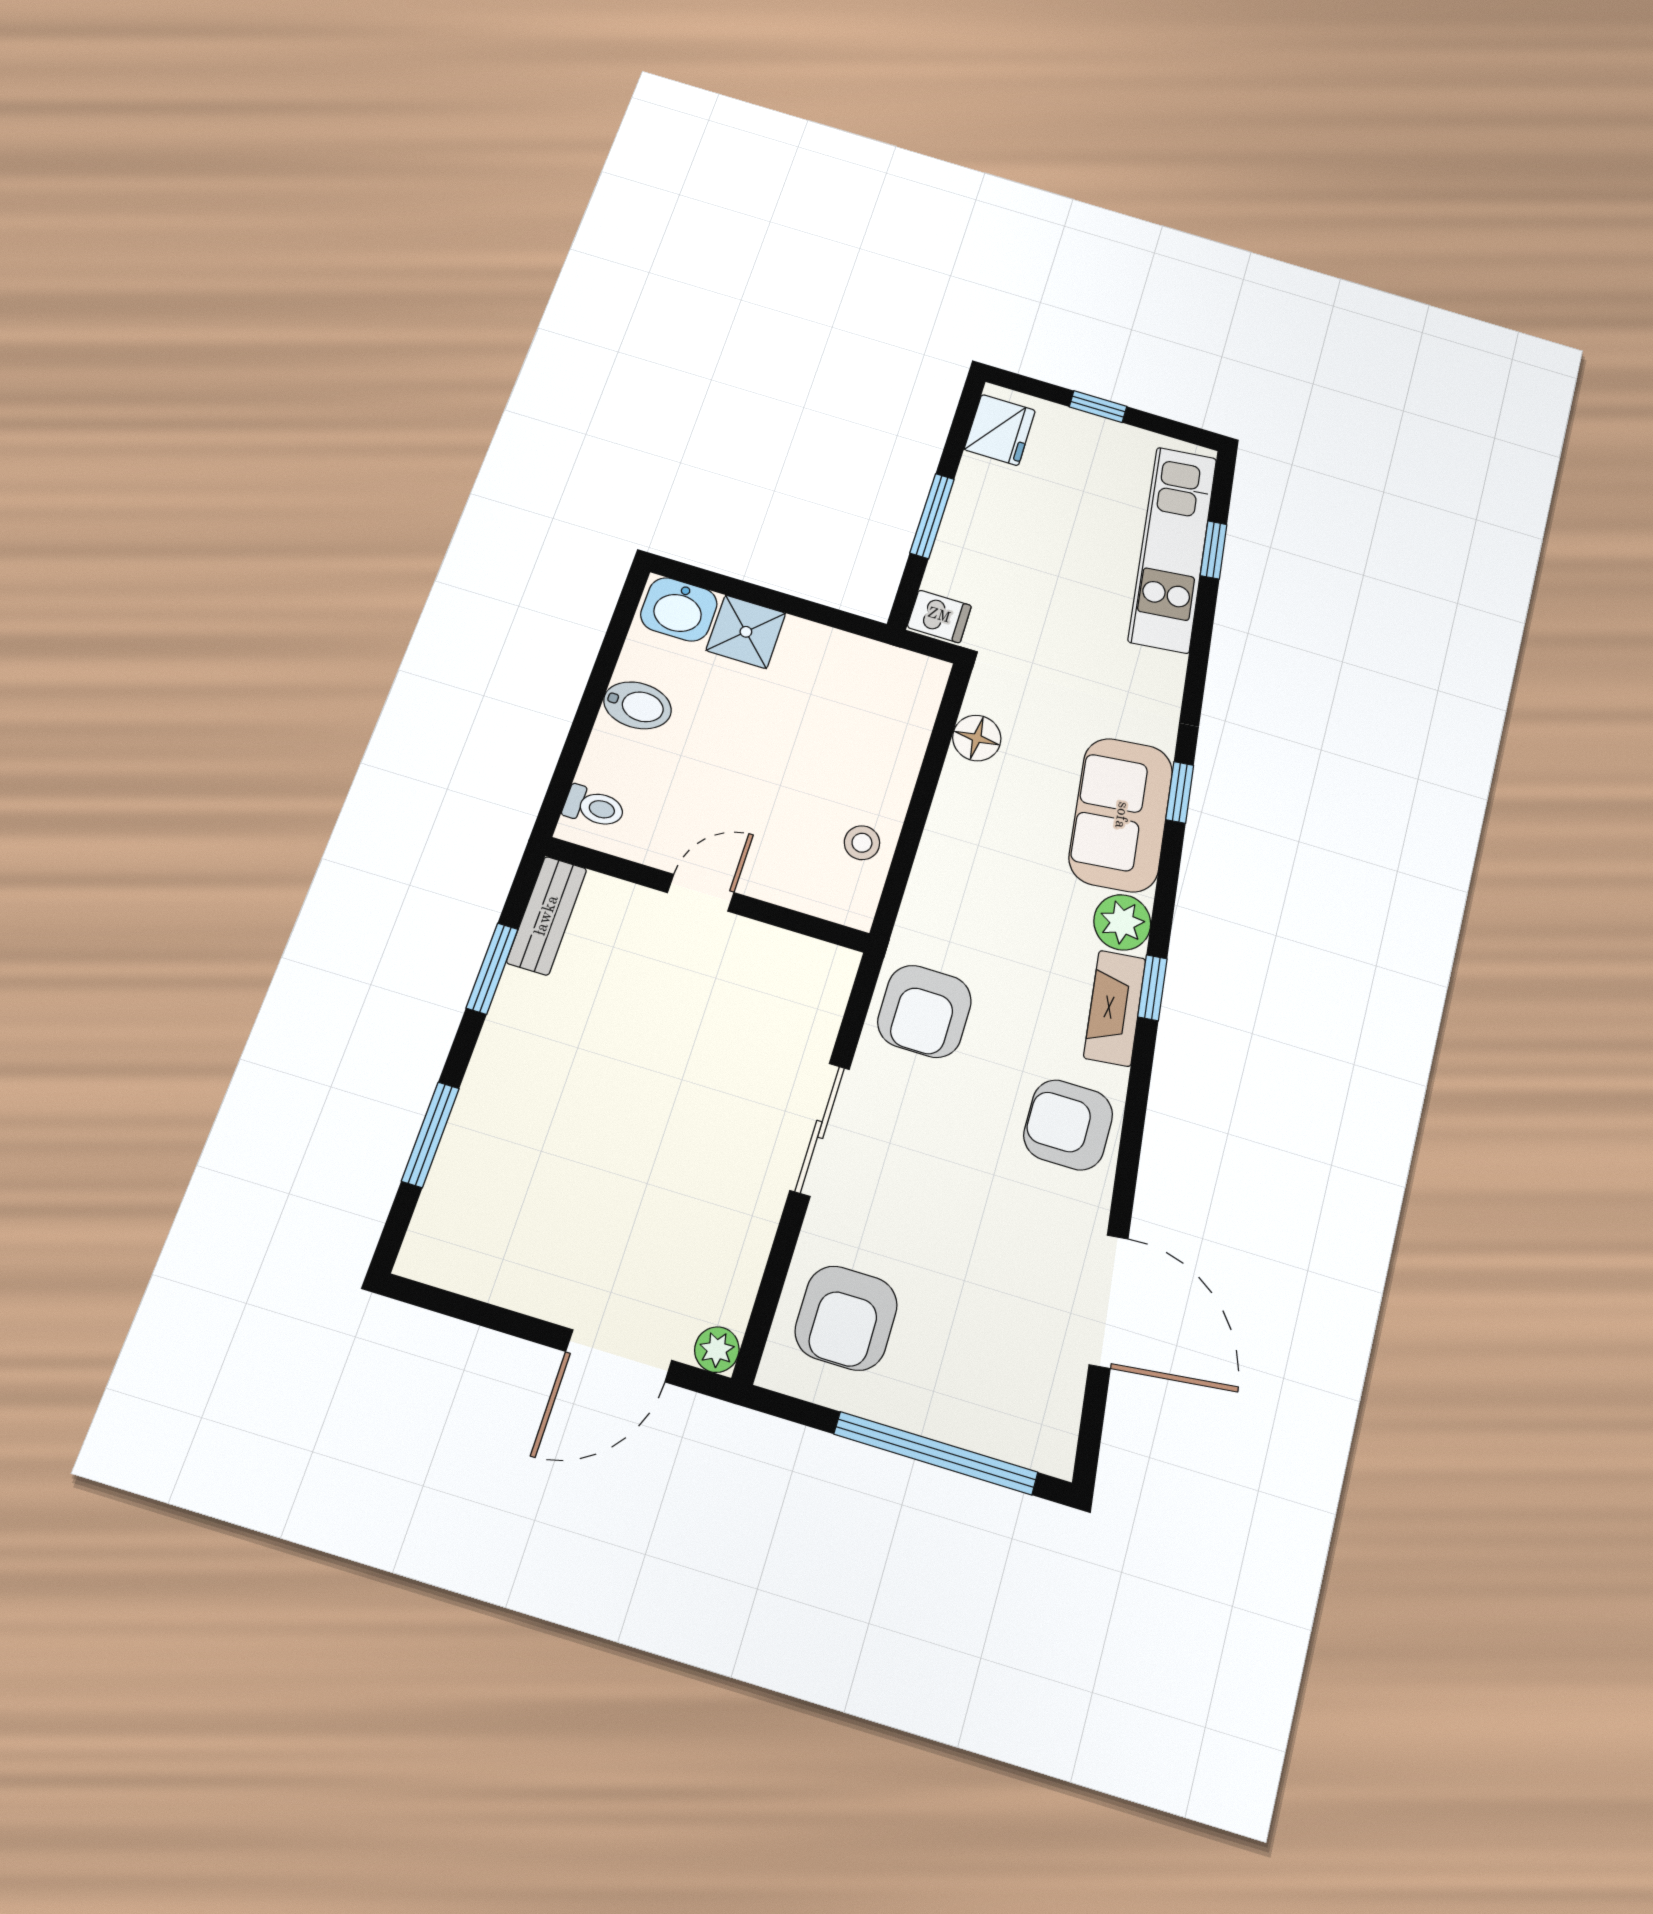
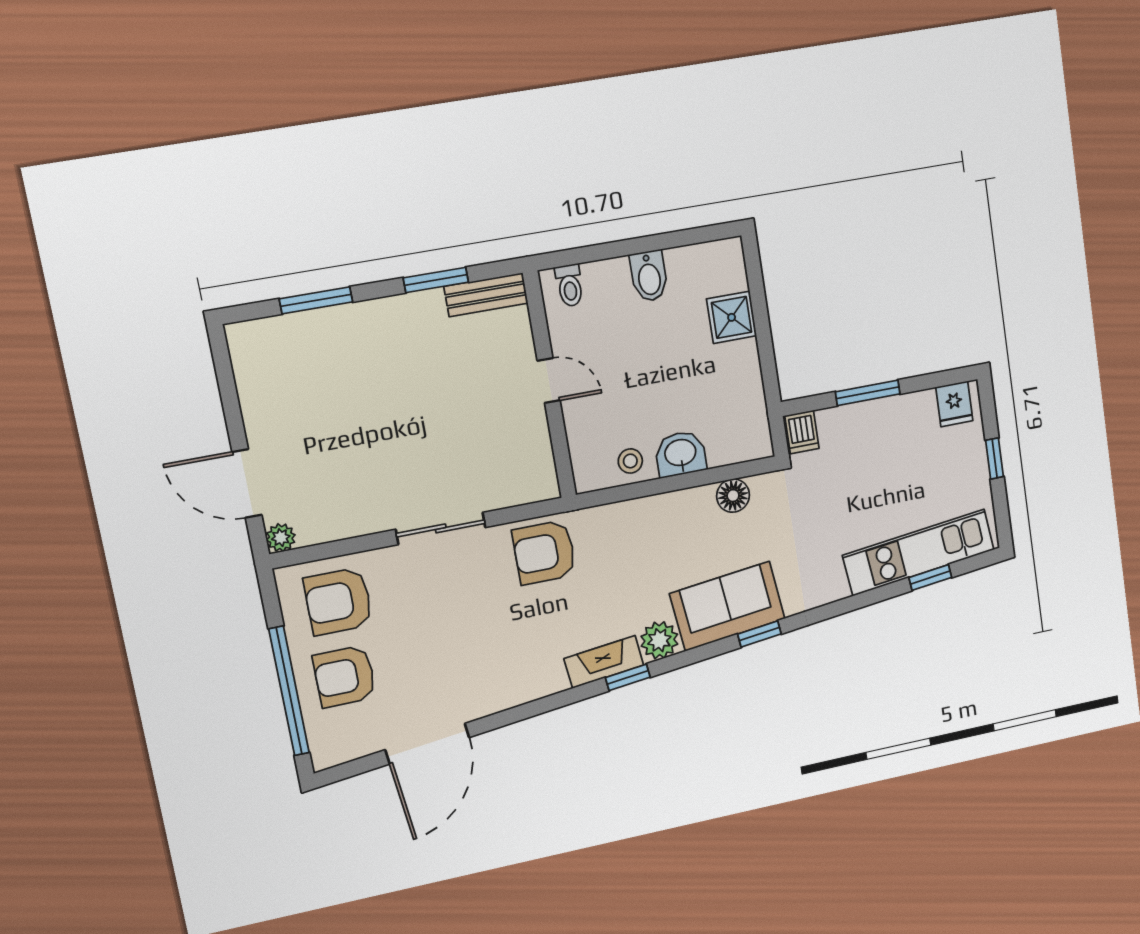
fridge: (1000, 430) -> (954, 404), width x0.72
washbasin: (679, 609) -> (681, 454), moved, turned 90
armchair: (1068, 1125) -> (345, 676), moved, turned -90

